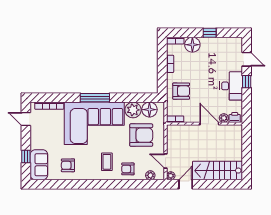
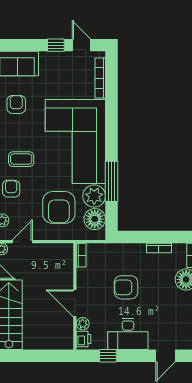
window: (247, 82) -> (108, 356), moved
armchair: (181, 91) -> (126, 287), moved, turned 90
window: (95, 98) -> (111, 181), moved
door: (26, 119) -> (81, 45), hinge flipped
door: (209, 124) -> (75, 303), swing flipped
window: (26, 156) -> (56, 45), moved

